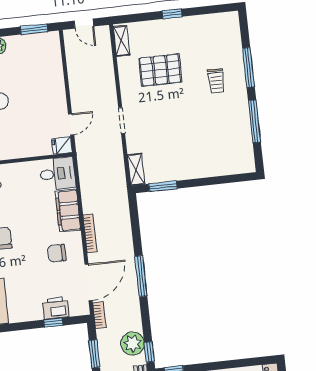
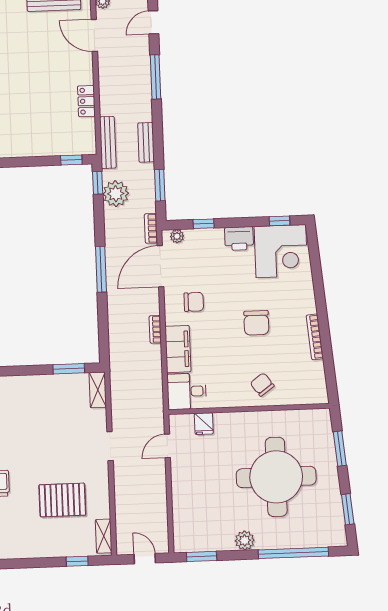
window: (172, 14) -> (77, 561), moved
fridge: (62, 146) -> (204, 424), moved, turned 90
bookcase: (90, 233) -> (155, 329), width x0.64
printer: (56, 308) -> (239, 239), moved
plant: (76, 310) -> (177, 236), added

